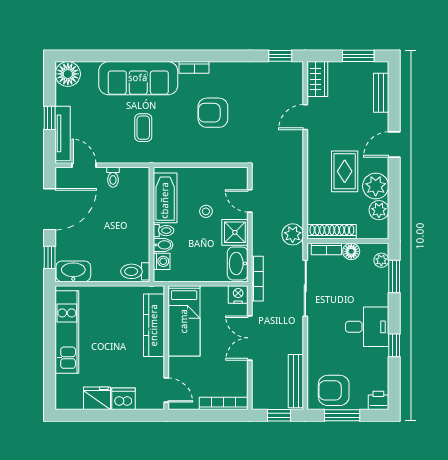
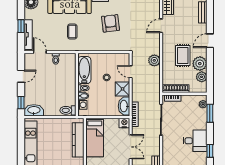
armchair: (213, 113) -> (111, 23), turned 83
door: (50, 209) -> (21, 76), width x0.53
plant: (293, 234) -> (154, 60), moved
floor lamp: (351, 251) -> (186, 99), removed
double door: (250, 338) -> (131, 147), swing flipped

